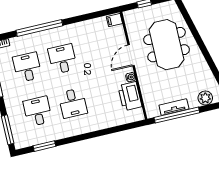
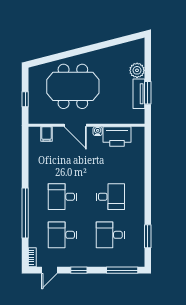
filing cabinet: (114, 20) -> (47, 134), moved
plant: (205, 98) -> (137, 70), moved
window: (177, 115) -> (148, 93), width x0.47

